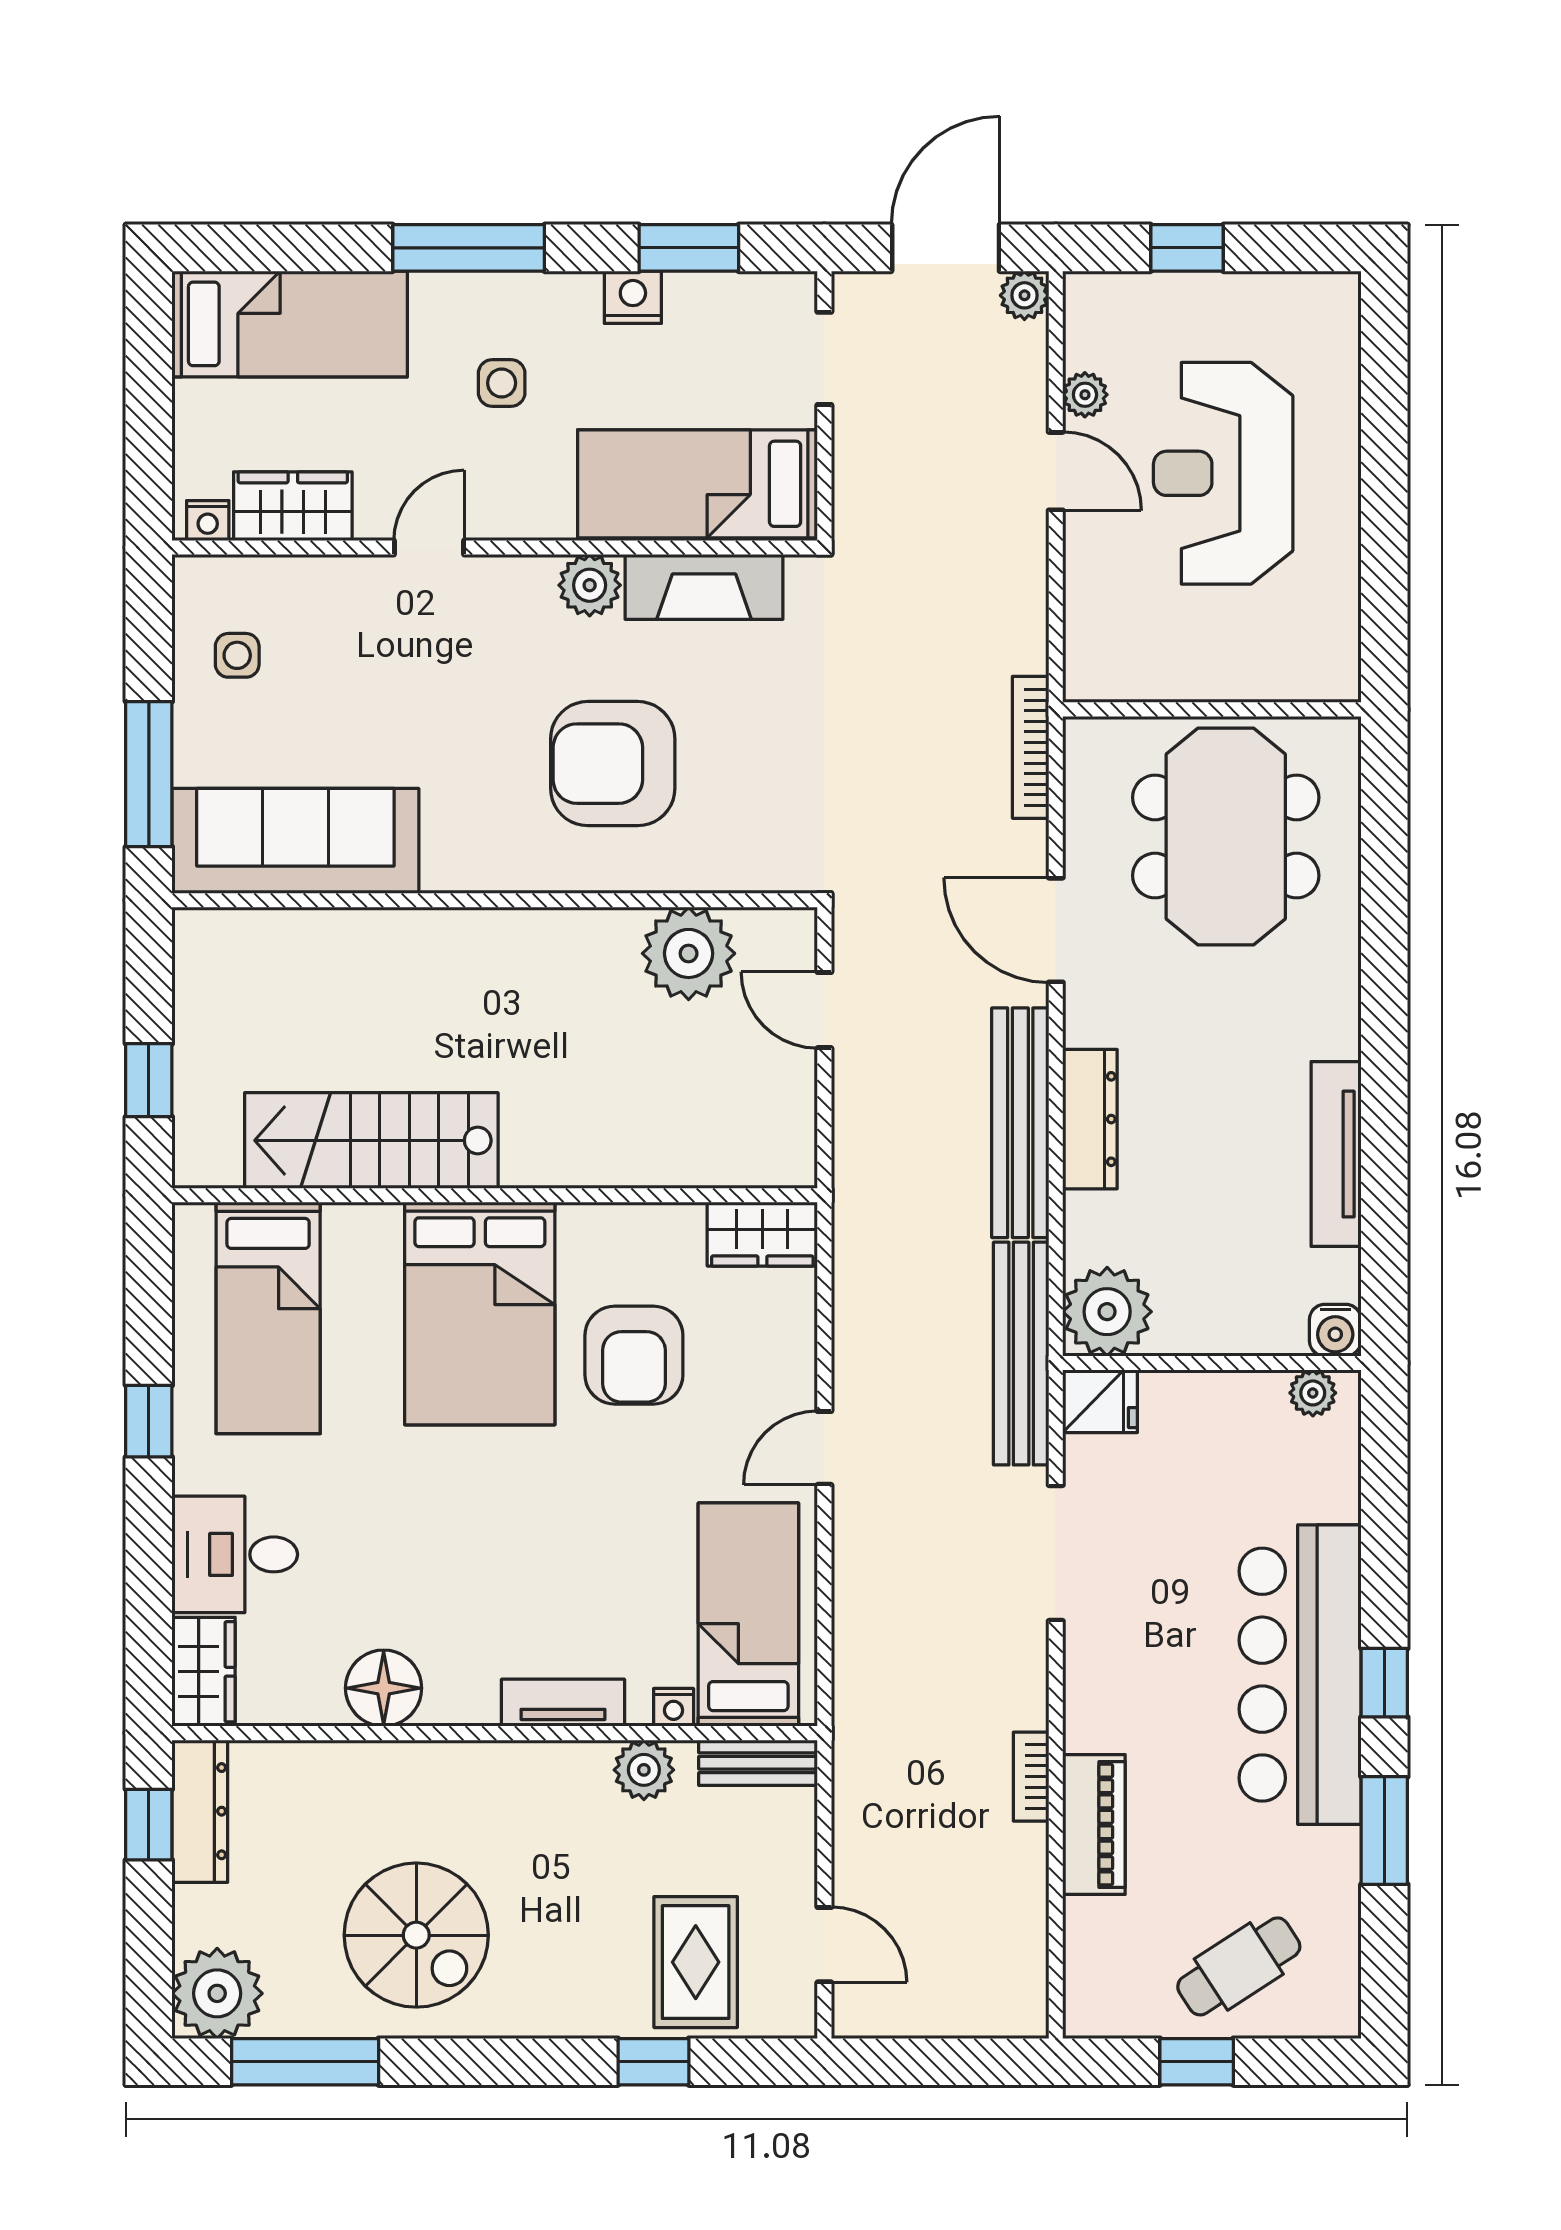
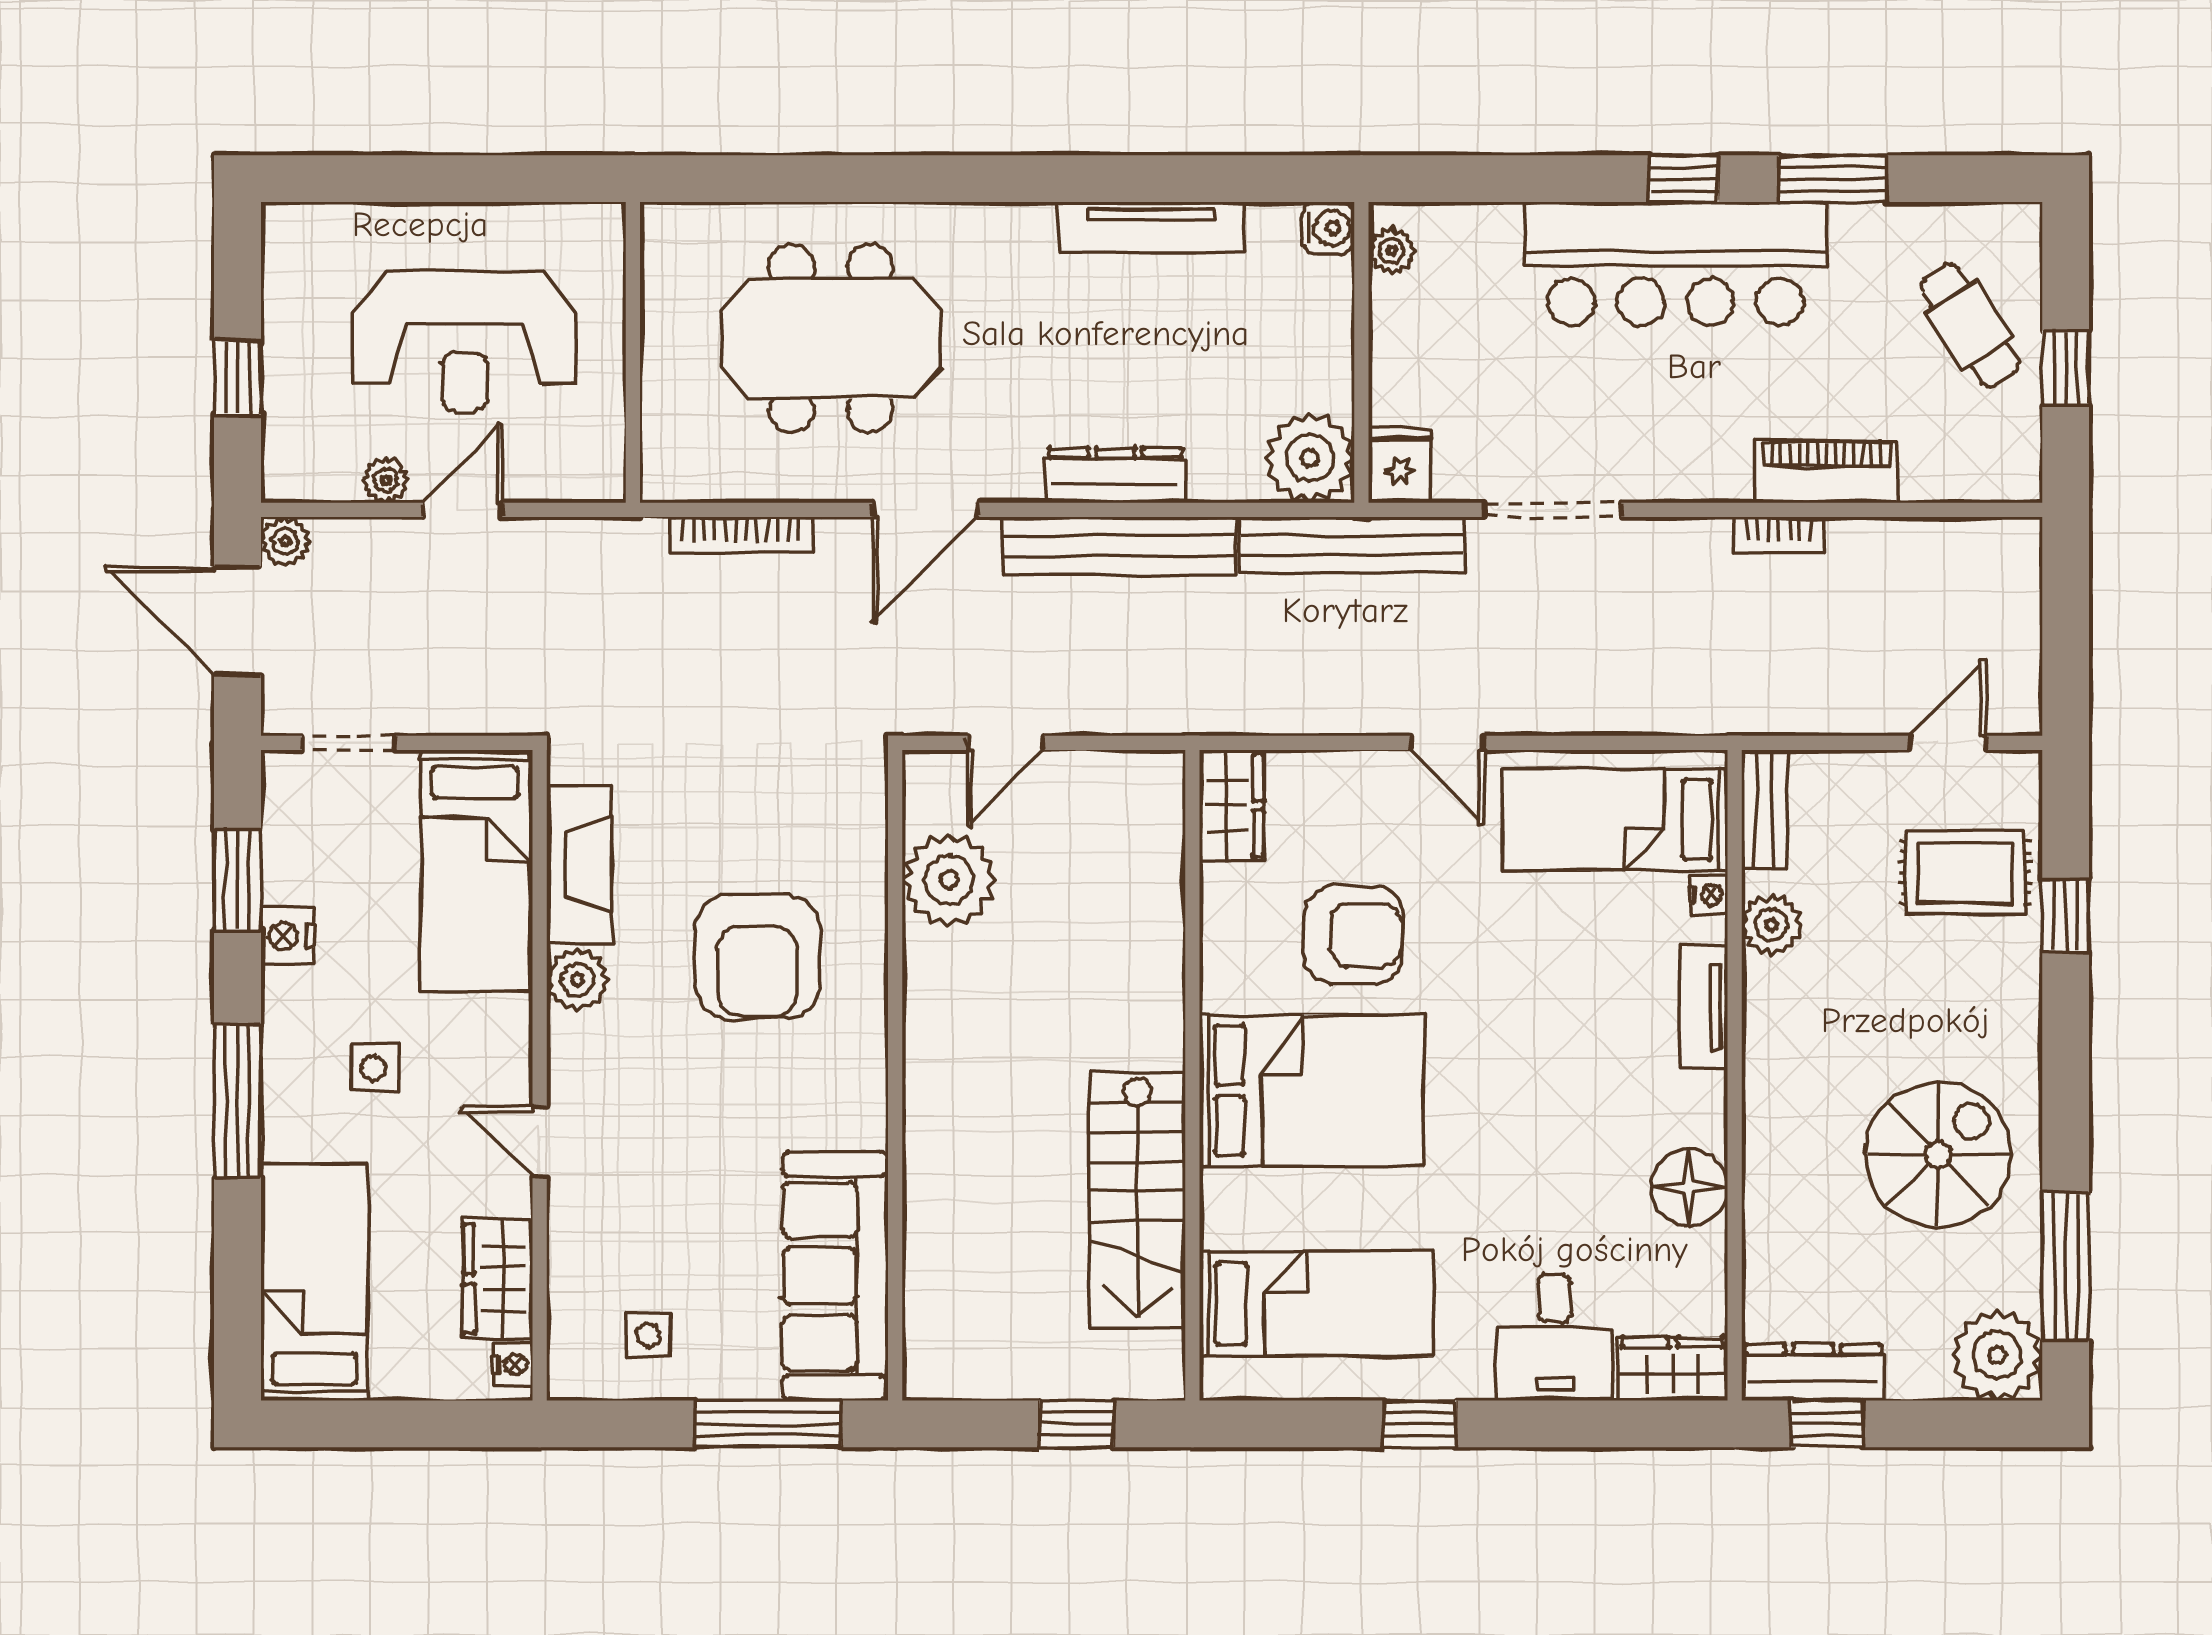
wall: (1212, 709) -> (633, 352), moved

